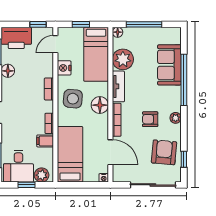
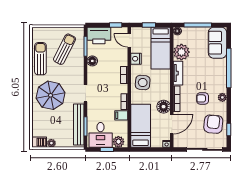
door: (55, 44) -> (129, 40), hinge flipped
sofa: (169, 65) -> (218, 43), moved
floor lamp: (100, 105) -> (164, 107), moved
door: (110, 152) -> (172, 124), hinge flipped

